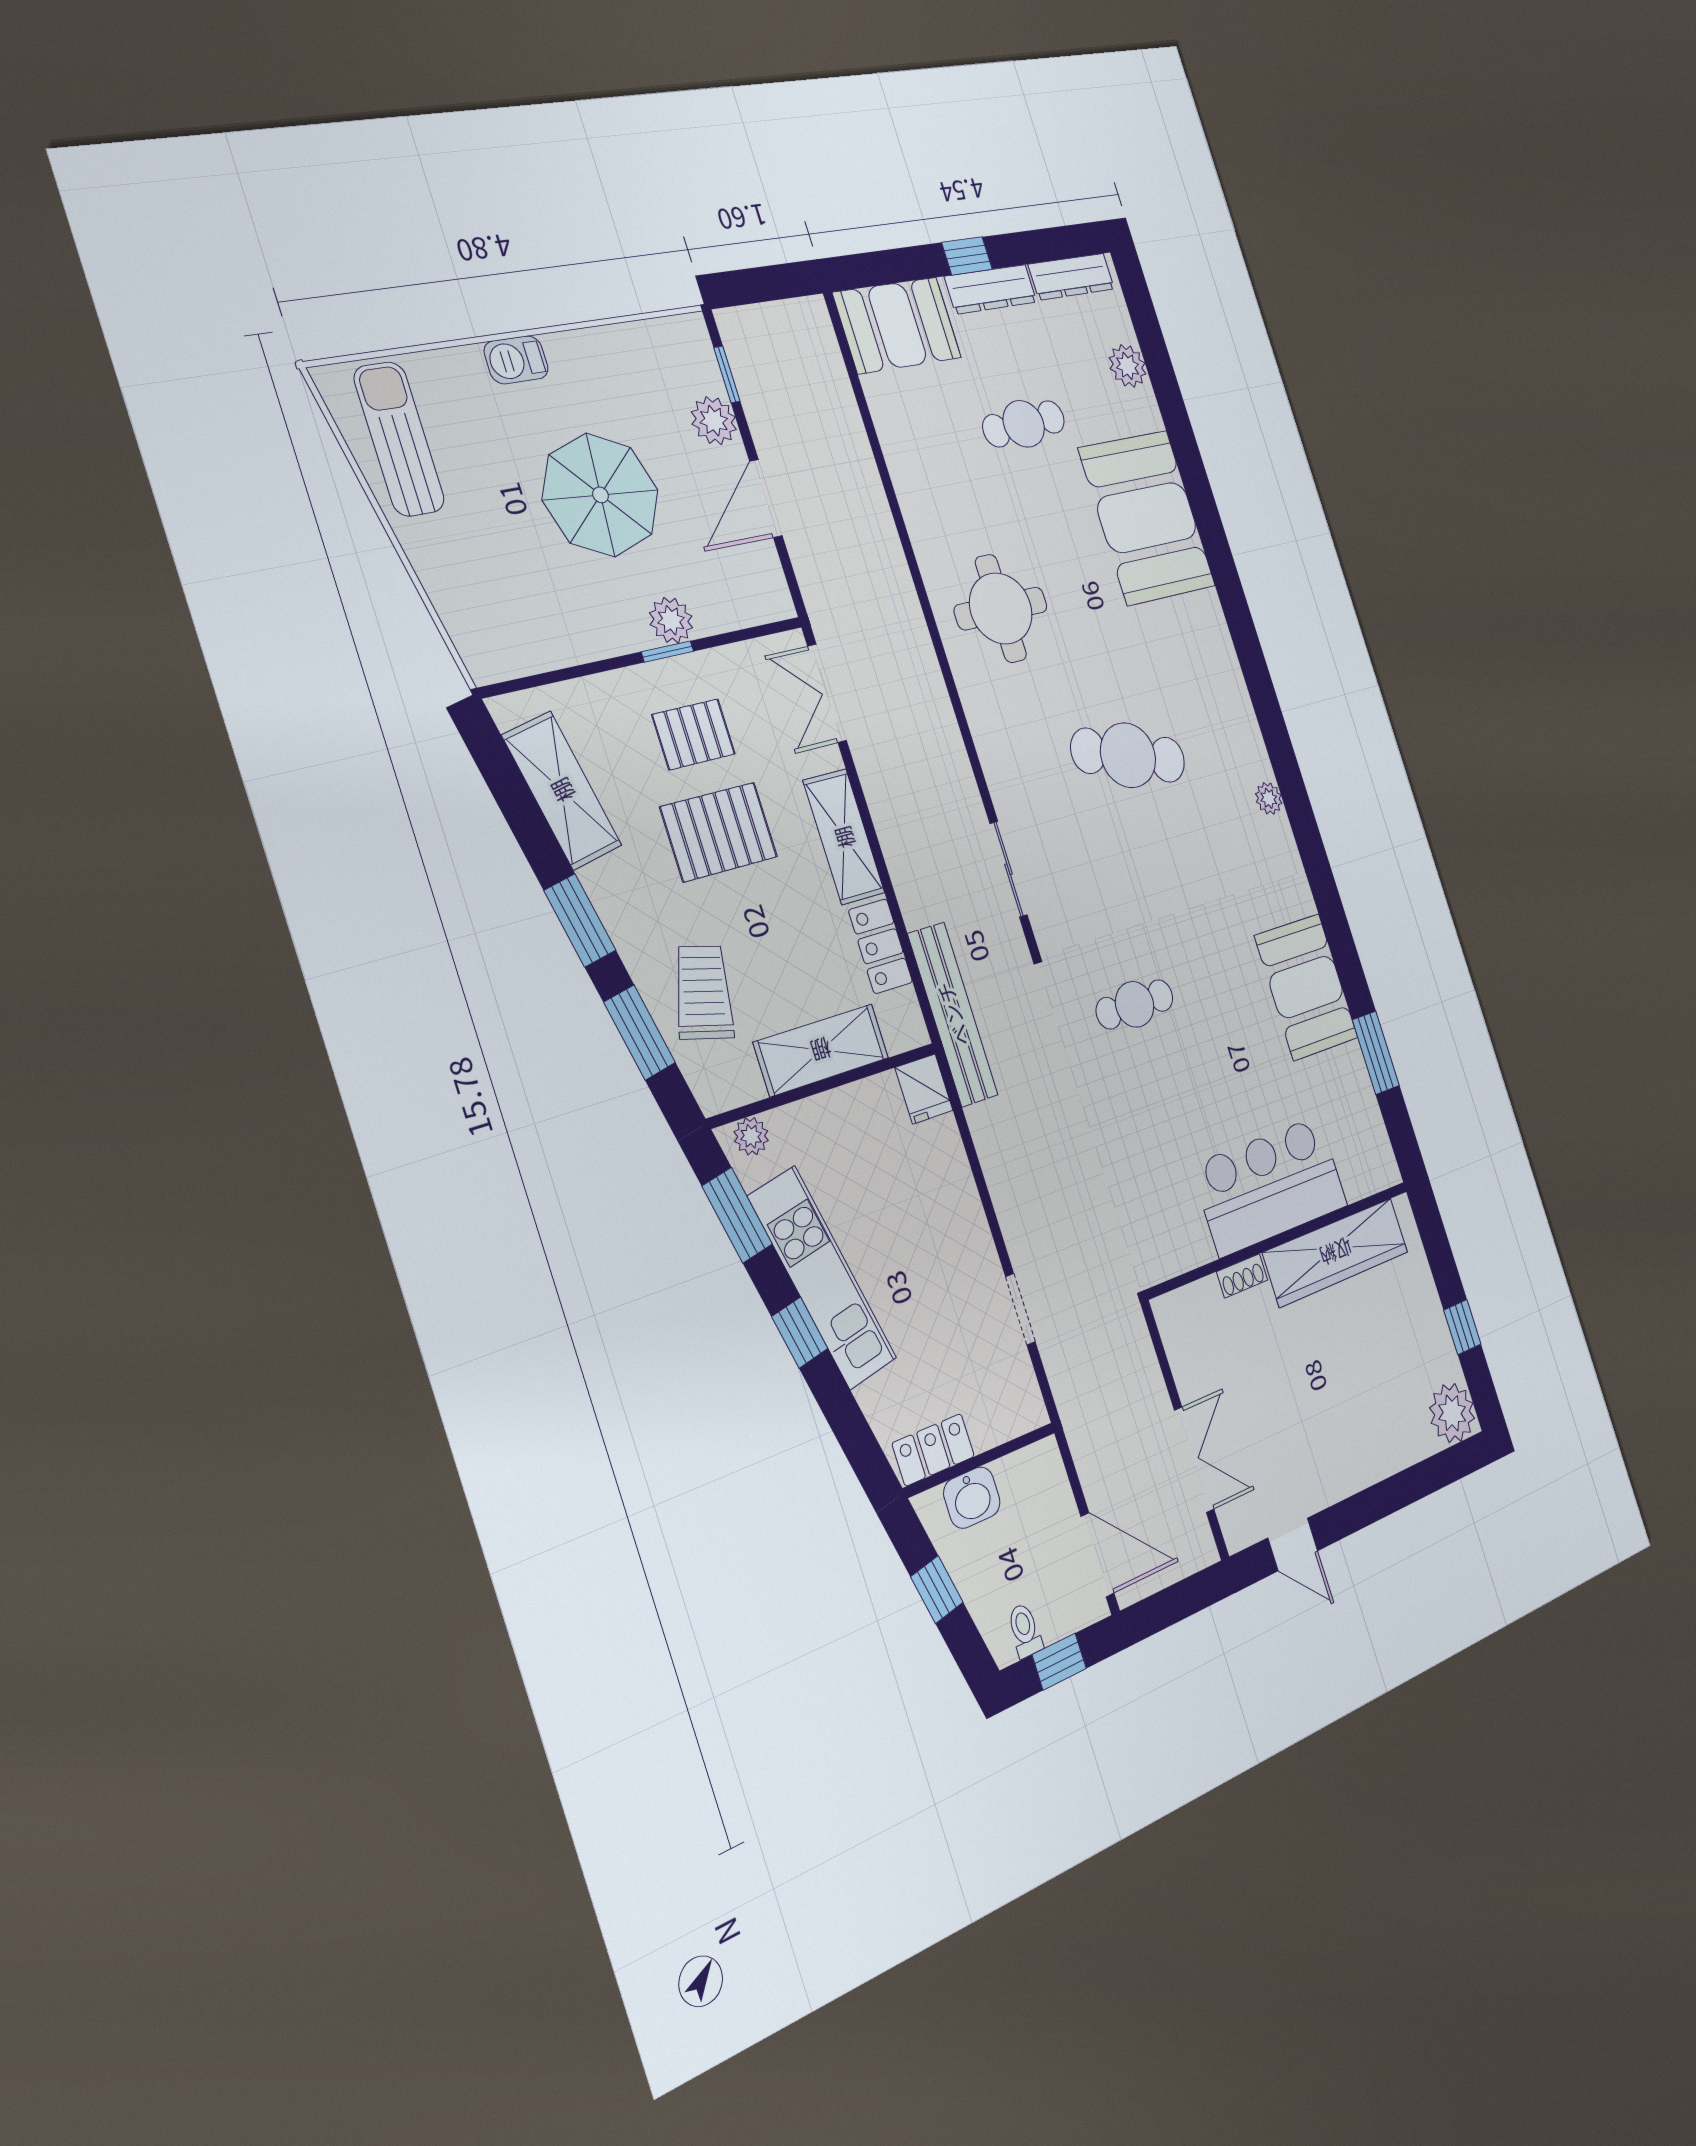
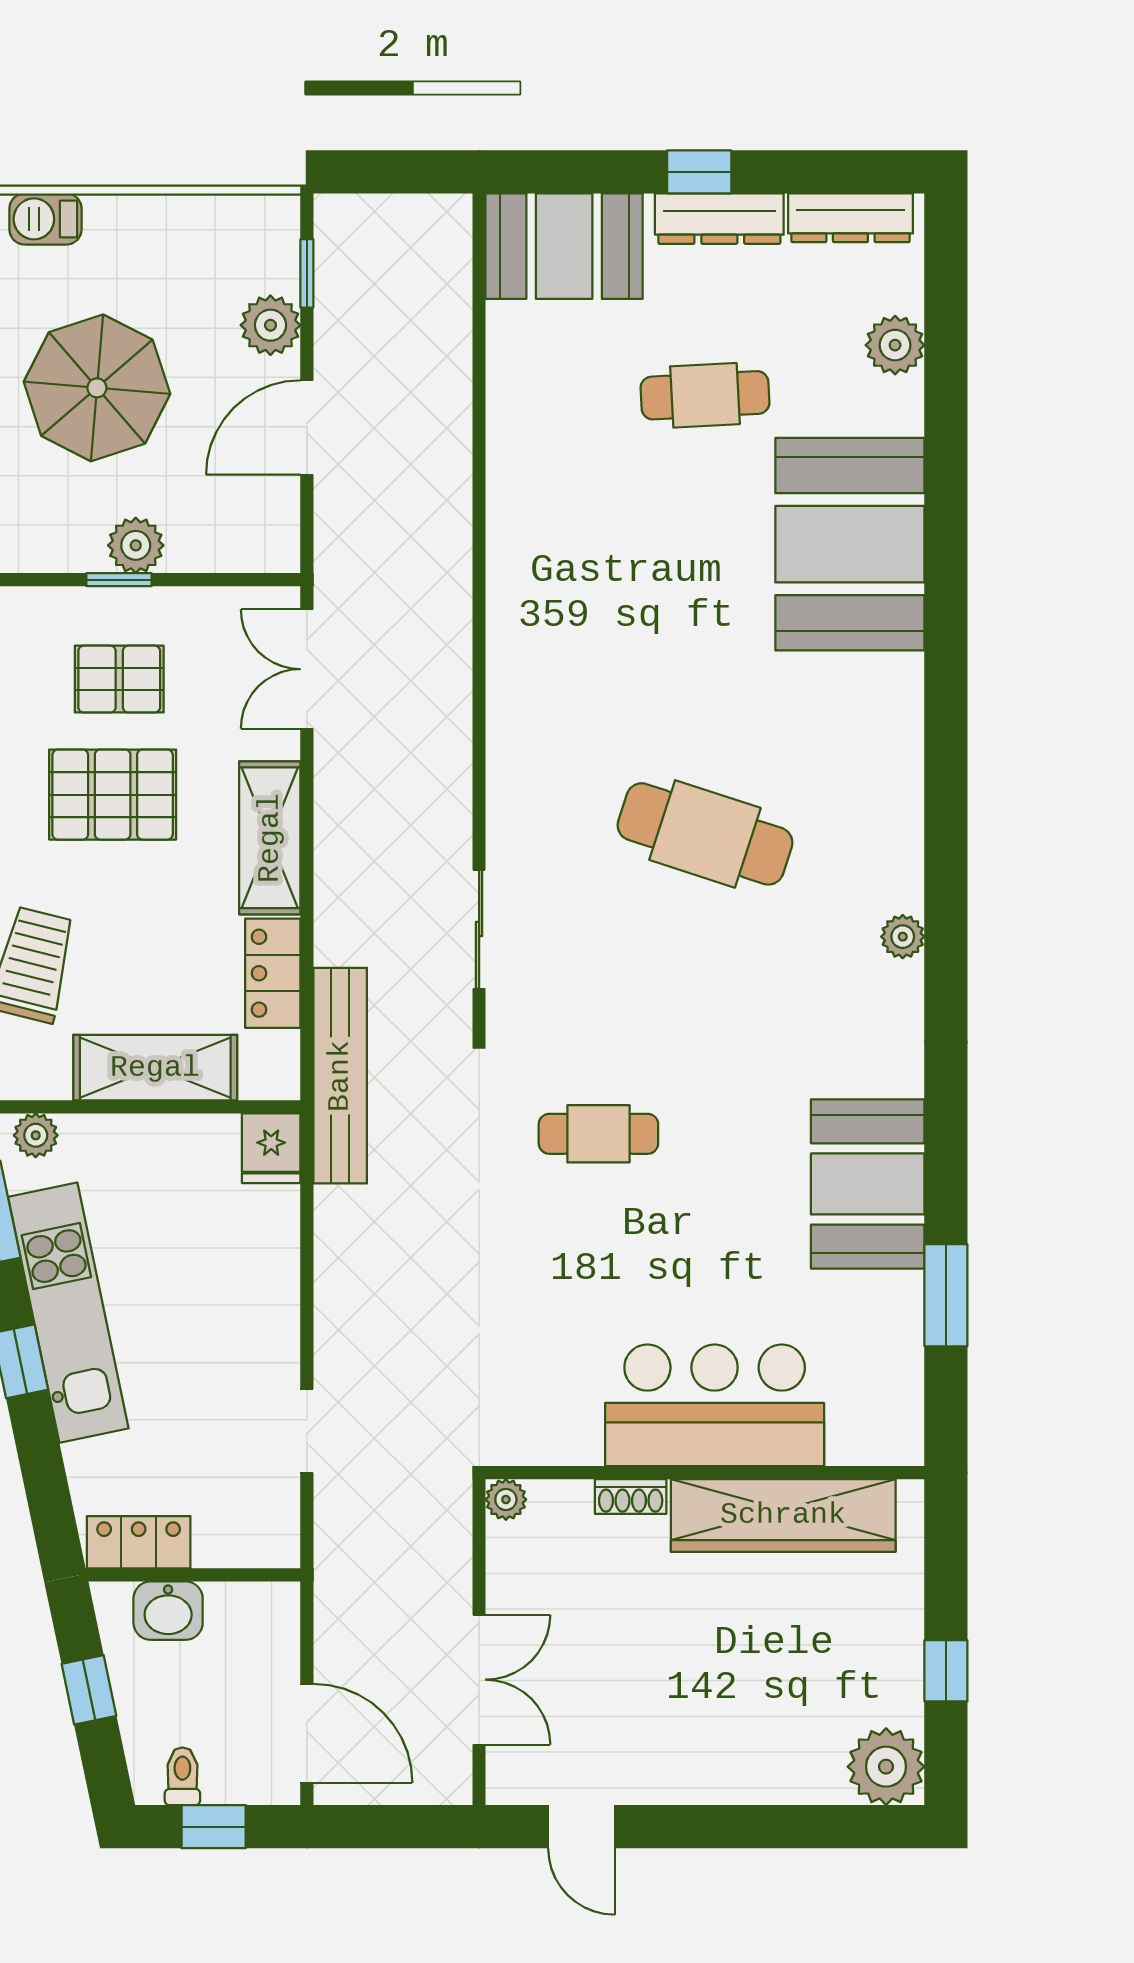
round table: (1001, 608) -> (585, 617), removed
plant: (1166, 1311) -> (506, 1500), added

